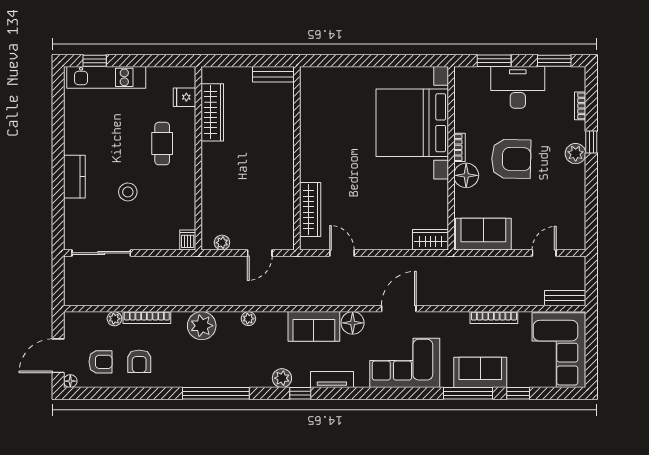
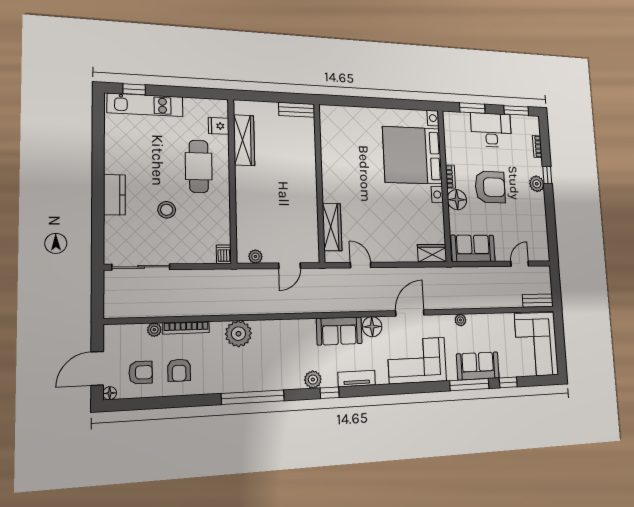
cafe table: (162, 144) -> (199, 166), width x1.37, depth x1.35
bookcase: (494, 318) -> (485, 318), removed
plant: (248, 319) -> (460, 320), moved

